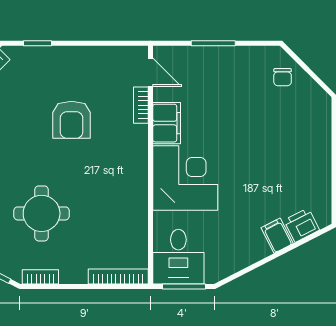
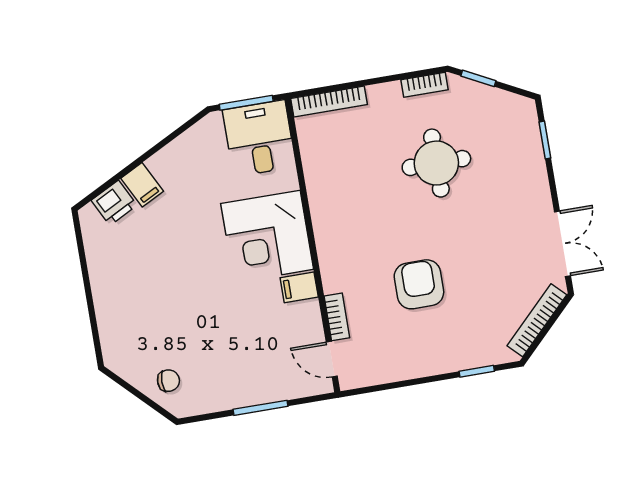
chair: (283, 77) -> (168, 381), turned 90
filing cabinet: (167, 123) -> (299, 287), width x0.50

